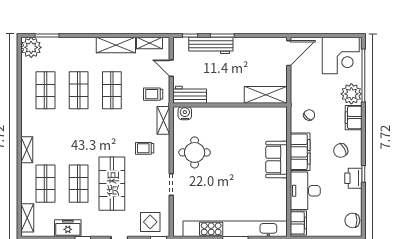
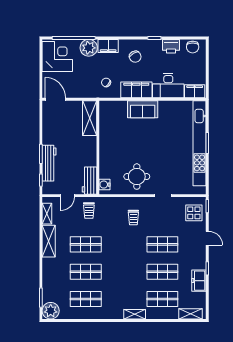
shelving: (163, 120) -> (110, 202), removed
printer: (353, 178) -> (171, 46), moved
shop shelf: (112, 184) -> (162, 244), width x0.70, depth x0.74

